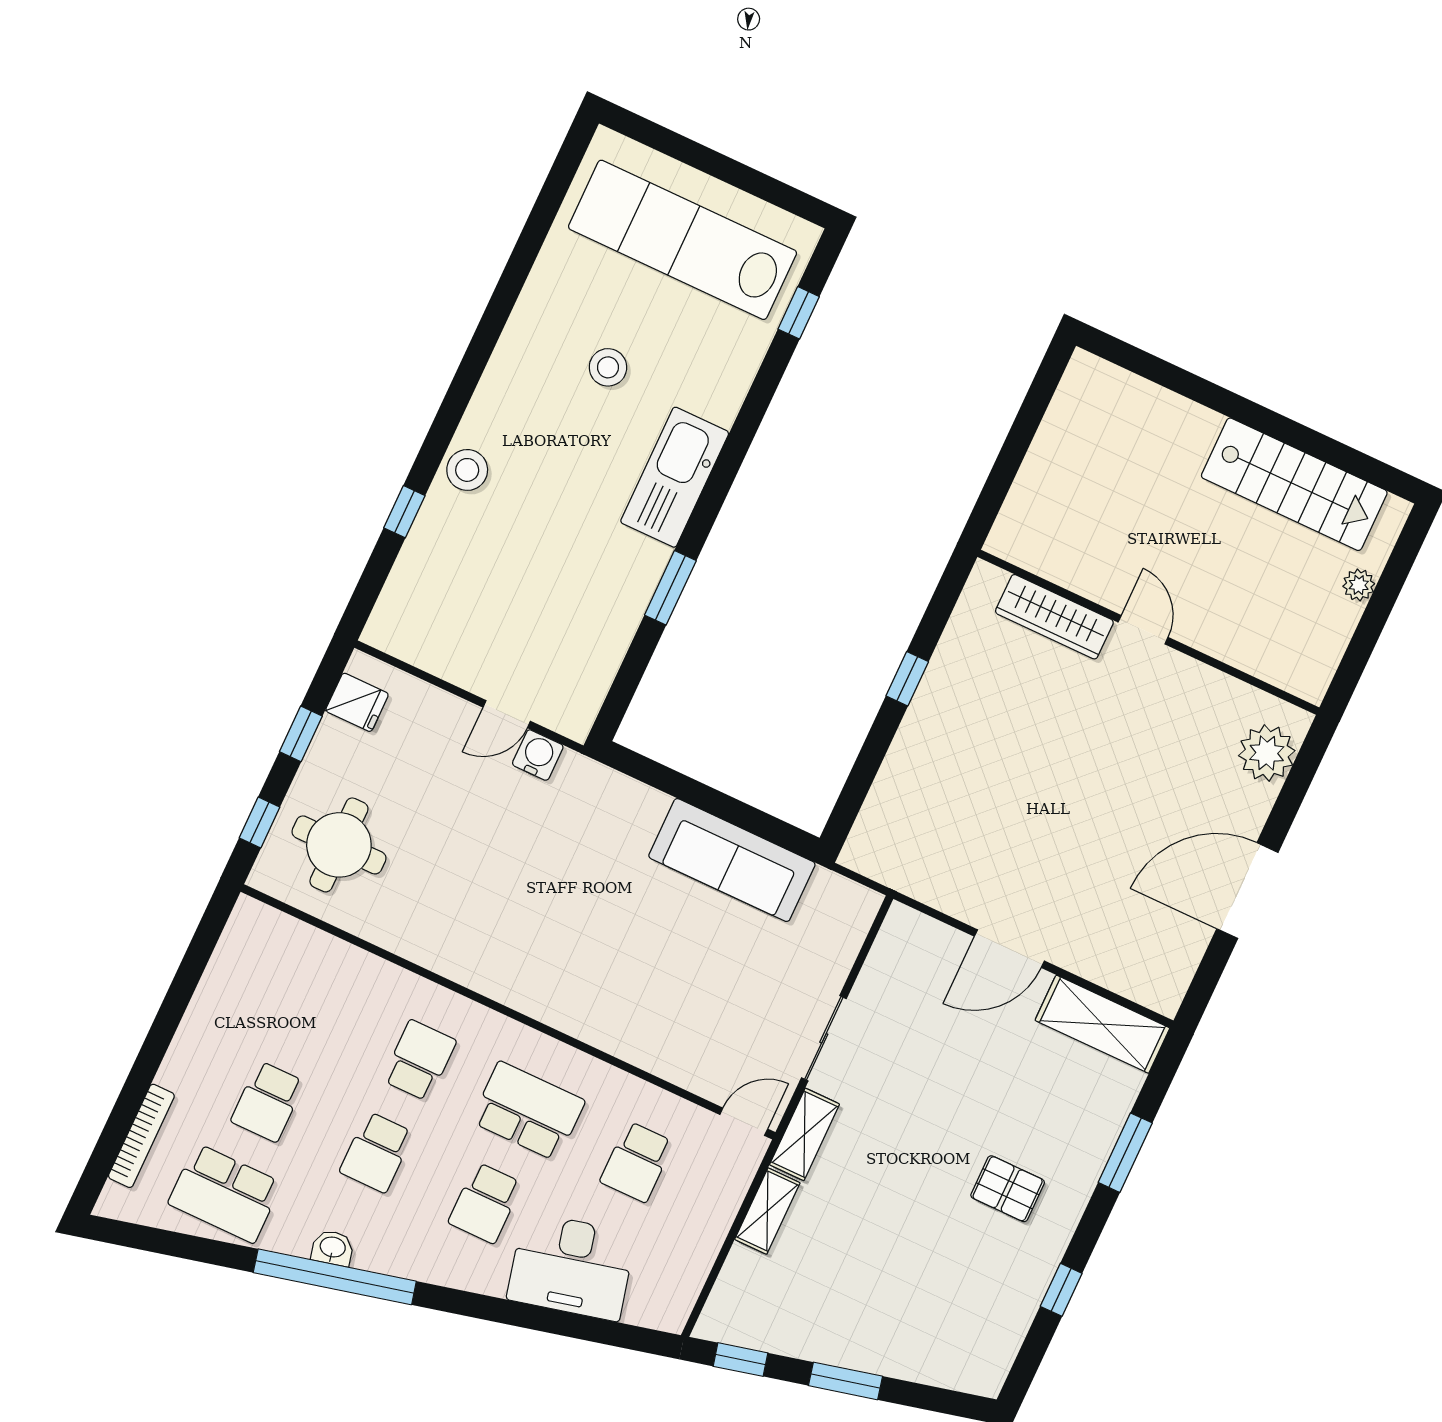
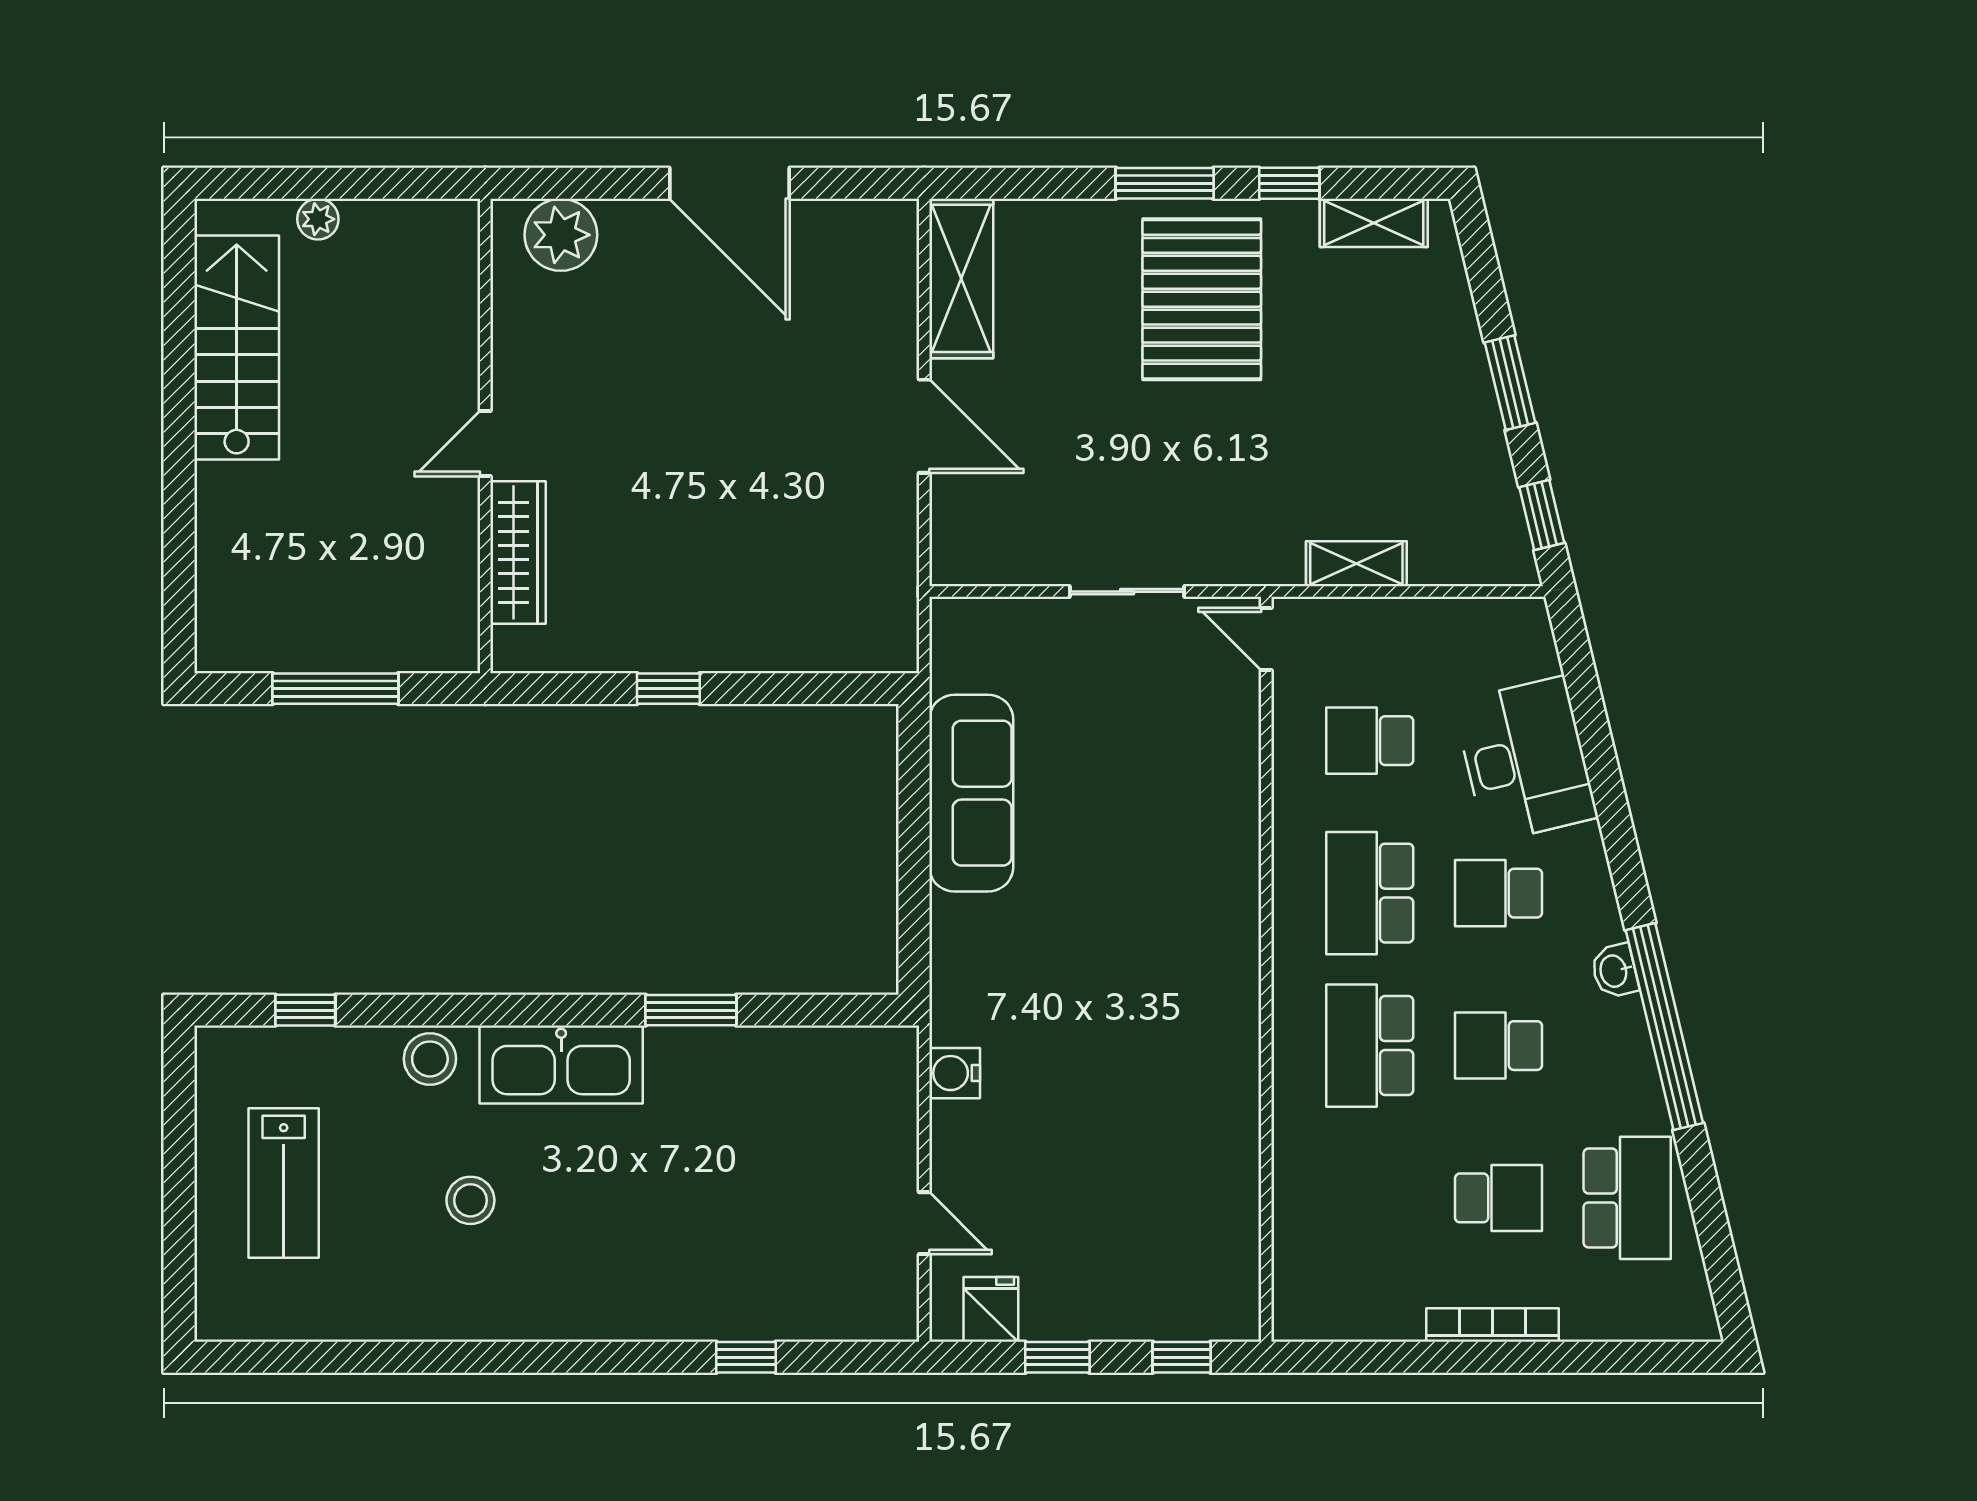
lab bench: (683, 240) -> (284, 1183), width x0.54, depth x0.72
window: (1018, 441) -> (335, 689), added
stool: (467, 470) -> (430, 1059), moved
door: (507, 714) -> (924, 1223), moved
round table: (339, 845) -> (1165, 1254), removed
school desk: (419, 1060) -> (1370, 1046), width x1.85
shelving: (805, 1134) -> (1374, 223), moved
bookcase: (141, 1136) -> (1492, 1325), moved
school desk: (376, 1152) -> (1498, 1046), turned 180
window: (1125, 1153) -> (1165, 183), moved
school desk: (637, 1162) -> (1370, 741), turned 180
pallet: (1008, 1189) -> (1202, 299), width x2.05, depth x2.00
school desk: (485, 1203) -> (1498, 893), turned 180
washbasin: (333, 1248) -> (1615, 971), moved

